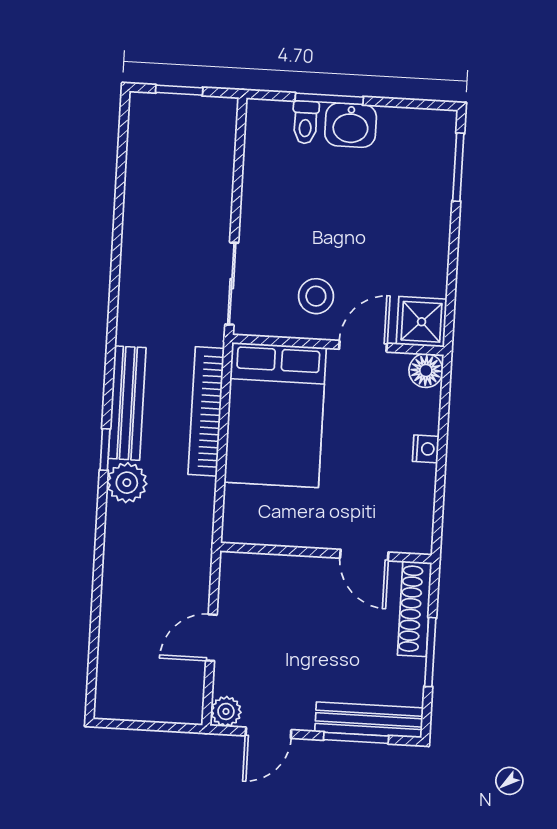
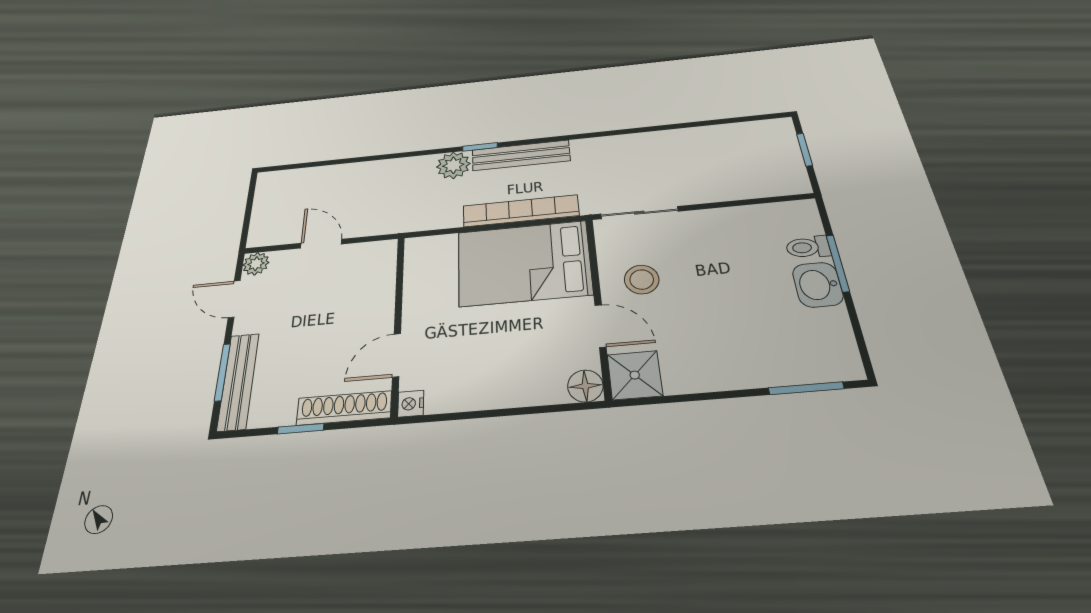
nightstand: (426, 449) -> (411, 404), moved, turned 90
window: (430, 652) -> (301, 429), width x0.67

